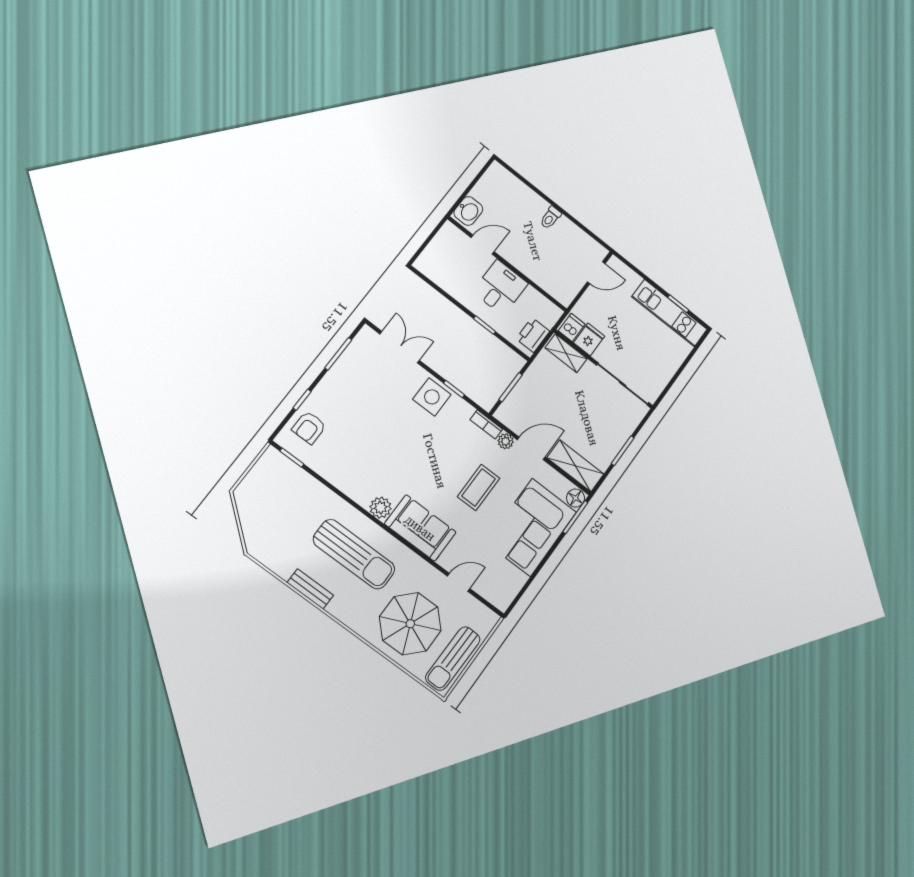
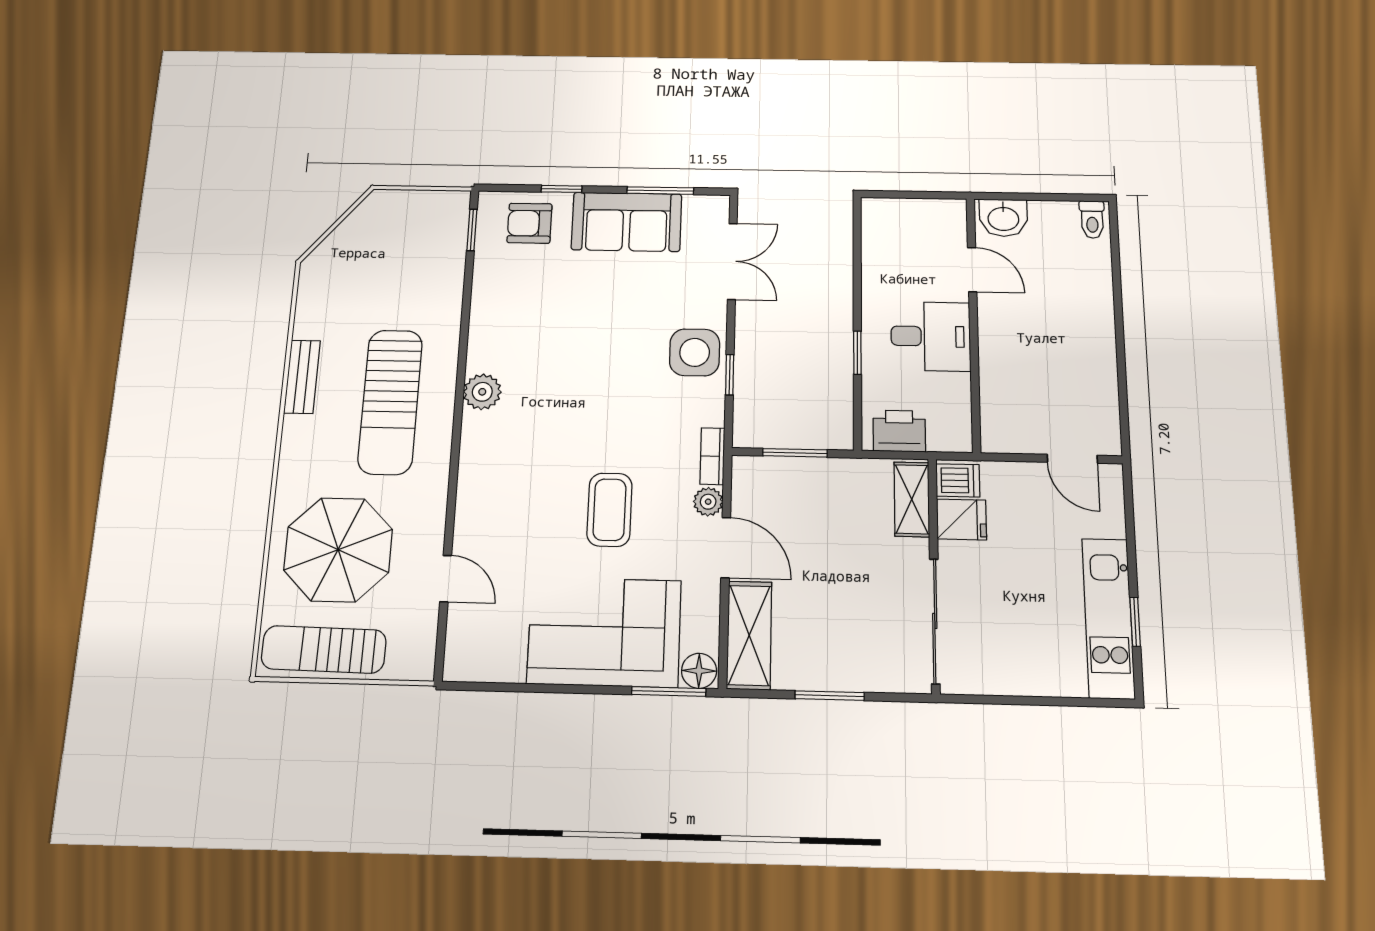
toilet: (550, 218) -> (1092, 220), moved, turned -90
coffee table: (479, 487) -> (610, 510), turned 90
sofa: (420, 528) -> (627, 222), moved, turned 90

